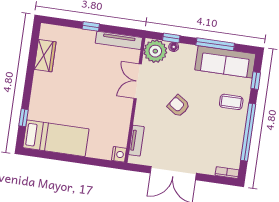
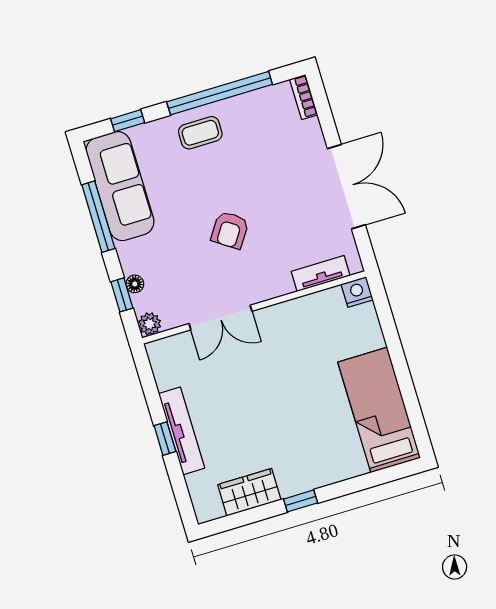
tv unit: (119, 40) -> (182, 431), moved
plant: (155, 51) -> (150, 324), width x0.53, depth x0.53
coffee table: (231, 102) -> (200, 133), moved, turned 90
window: (23, 118) -> (301, 501), moved

